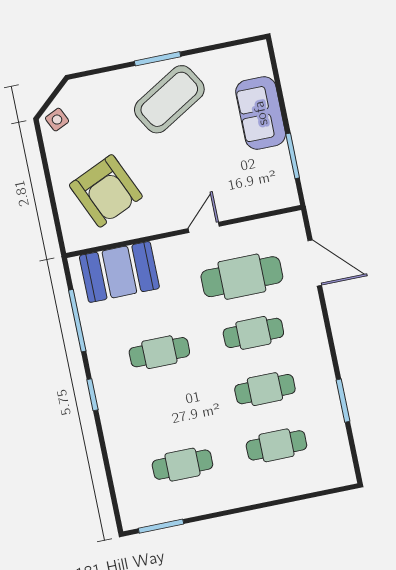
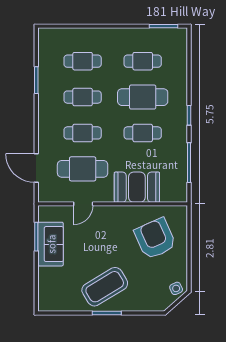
sofa: (261, 113) -> (51, 244), moved
door: (204, 227) -> (83, 204), moved
booth: (119, 272) -> (137, 187), moved
cafe table: (171, 408) -> (143, 97), added

